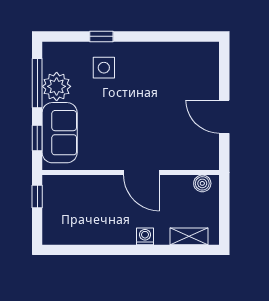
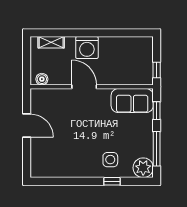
plant: (57, 86) -> (143, 168), moved
sofa: (60, 133) -> (132, 101), moved, turned -90
washing machine: (145, 236) -> (87, 48), width x1.89, depth x1.89

